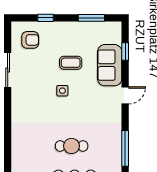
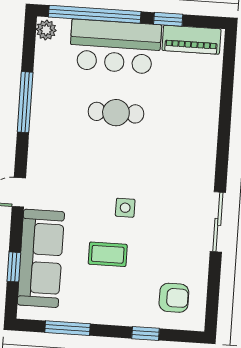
armchair: (30, 40) -> (174, 298), turned 180
sofa: (110, 65) -> (41, 258), width x1.36
sliding door: (8, 70) -> (218, 222), moved

